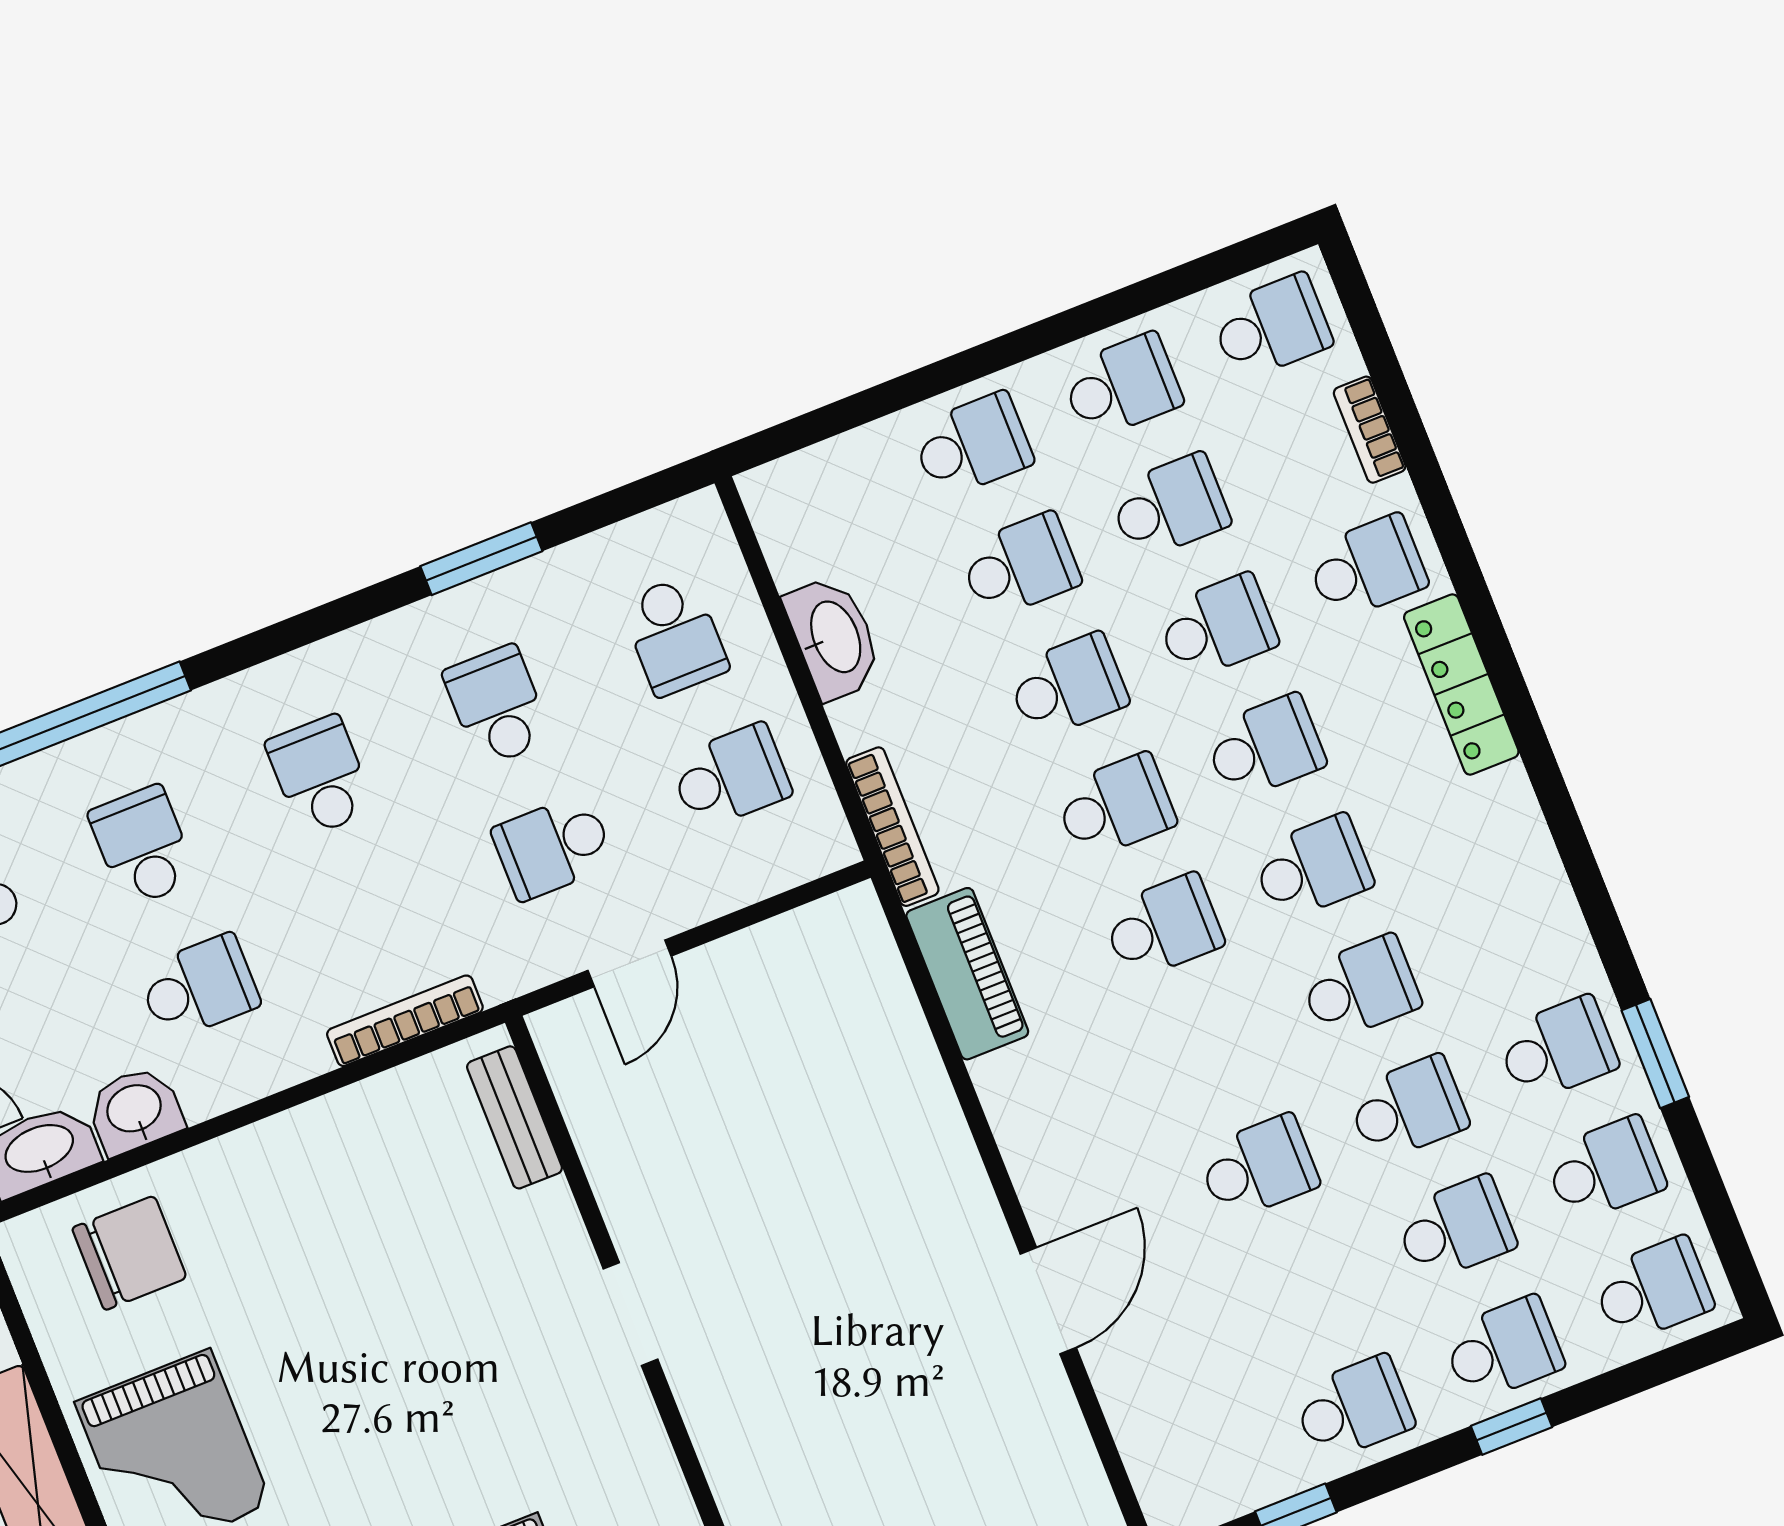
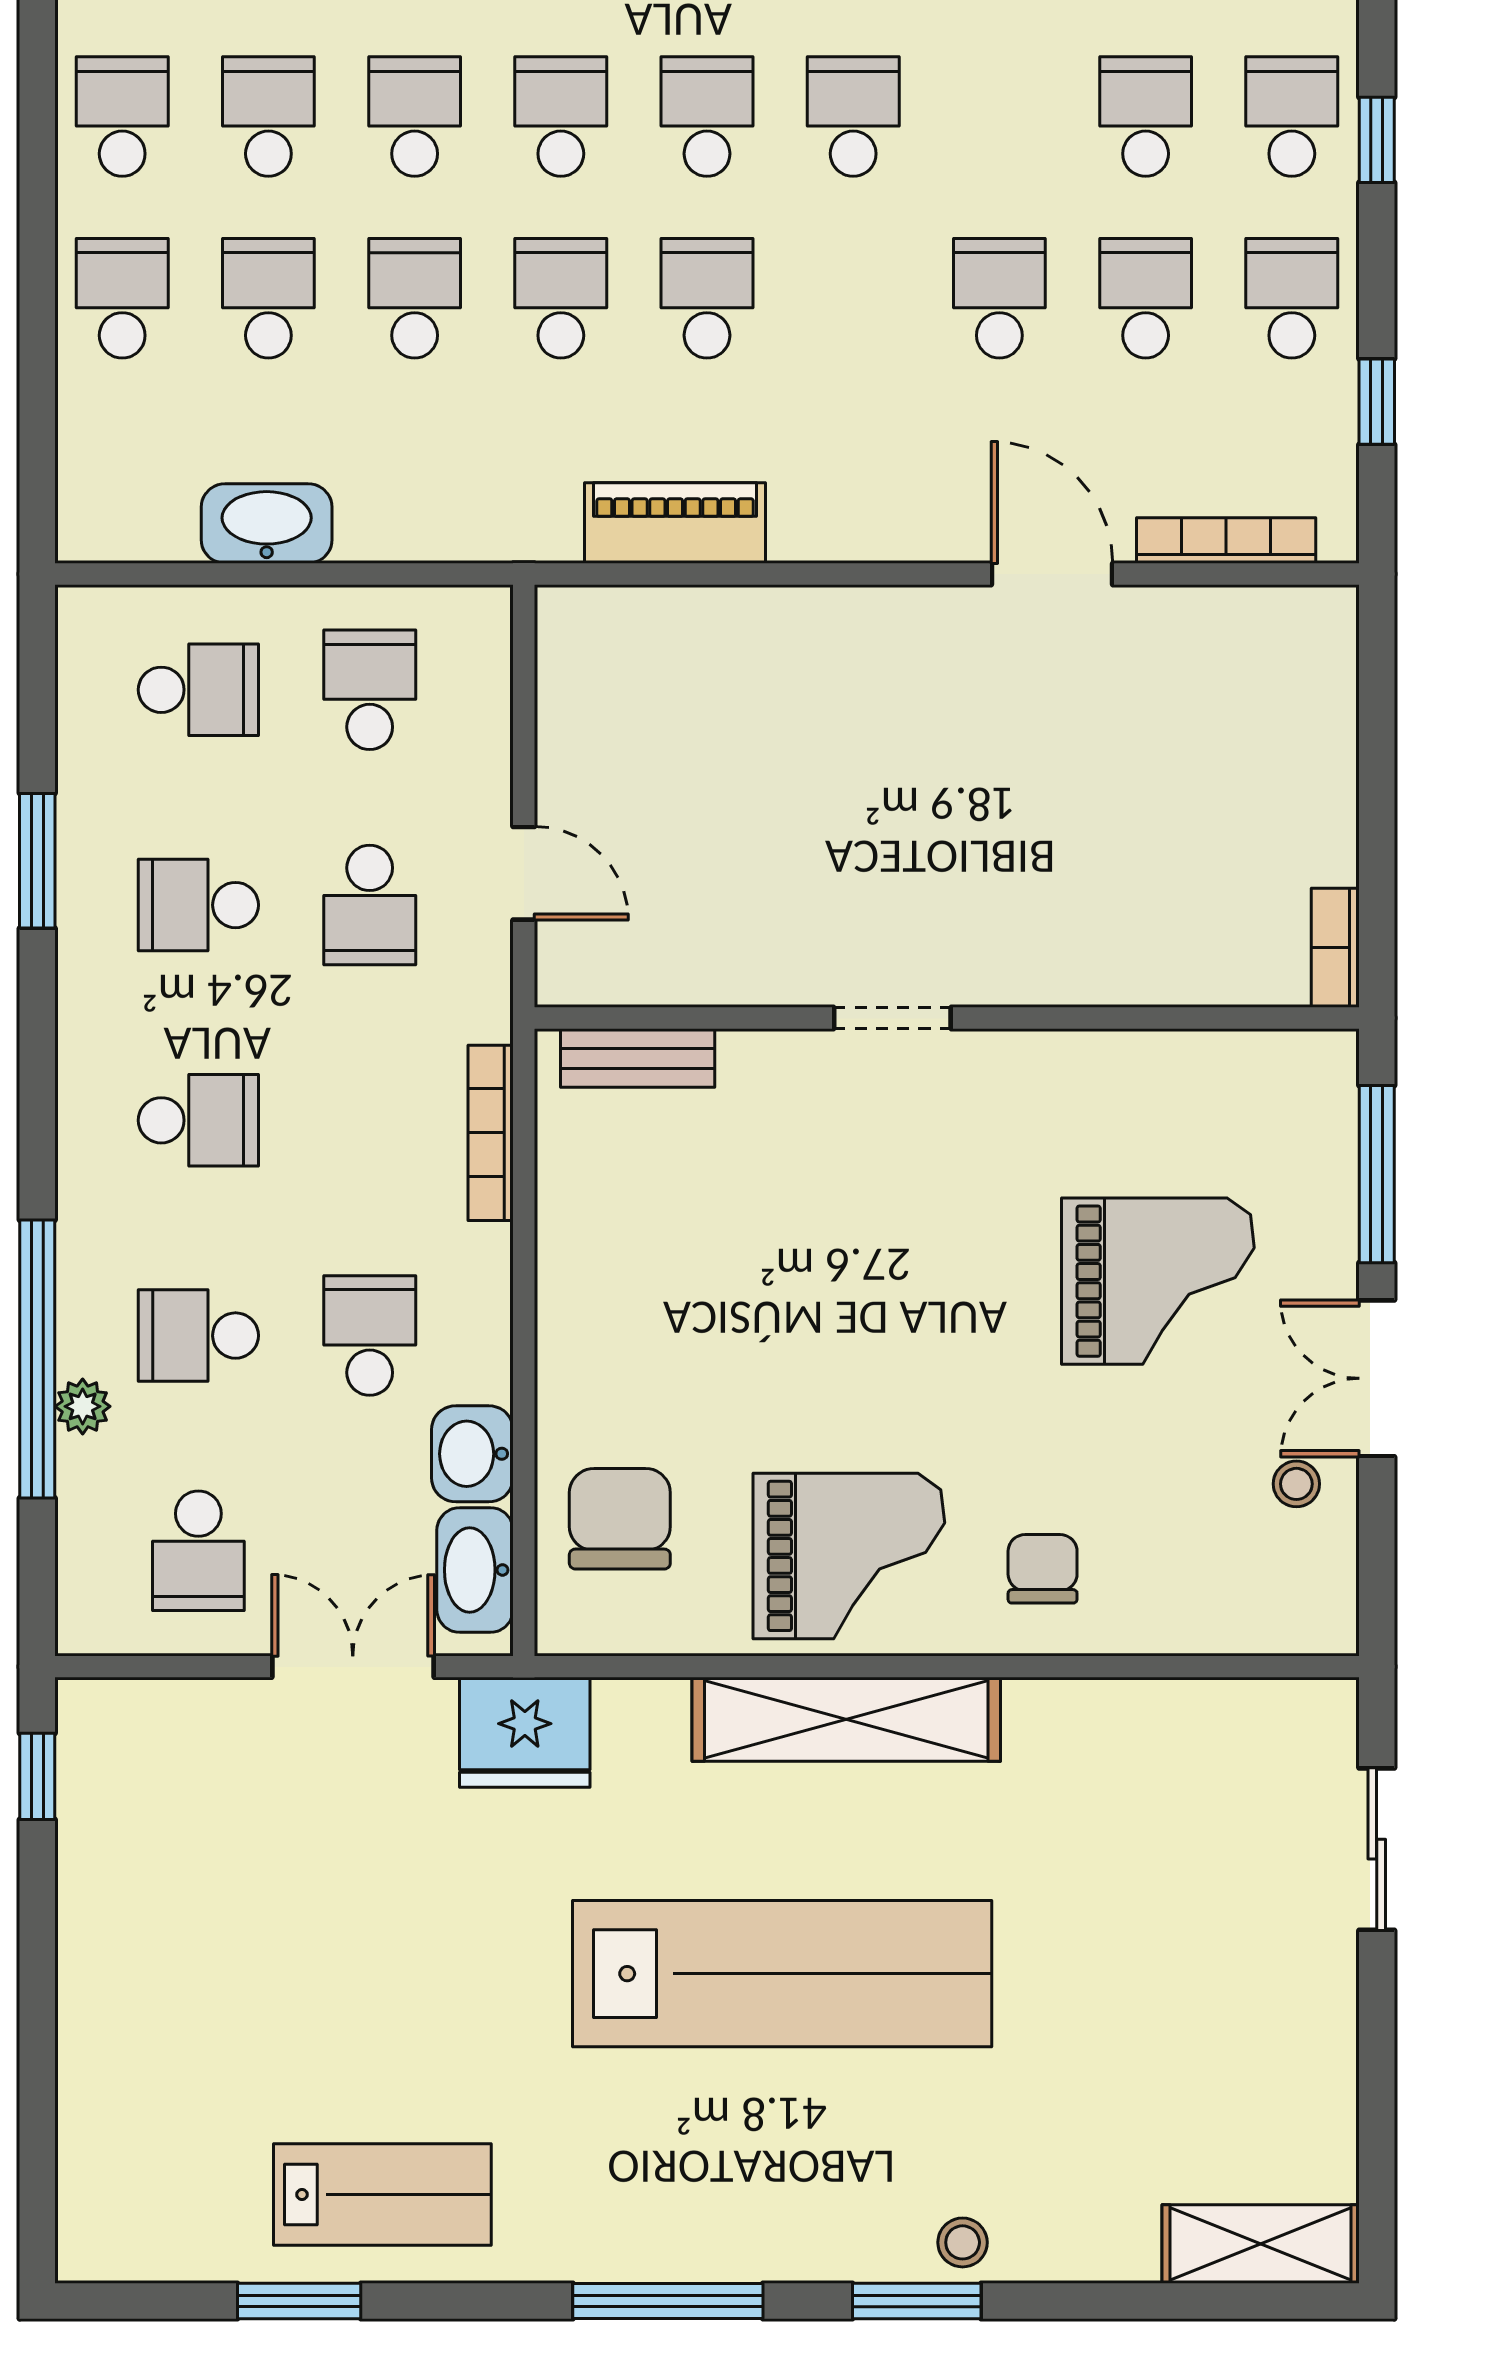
plant: (47, 774) -> (83, 1406), added
school desk: (320, 776) -> (198, 1120), turned 180
bookcase: (892, 827) -> (1226, 540), moved
school desk: (1408, 1108) -> (1146, 298), moved

